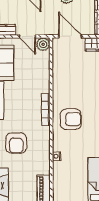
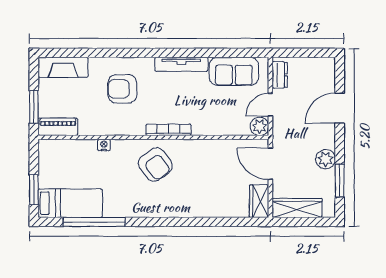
door: (70, 36) -> (270, 164), swing flipped
armchair: (71, 119) -> (155, 165), turned -37

